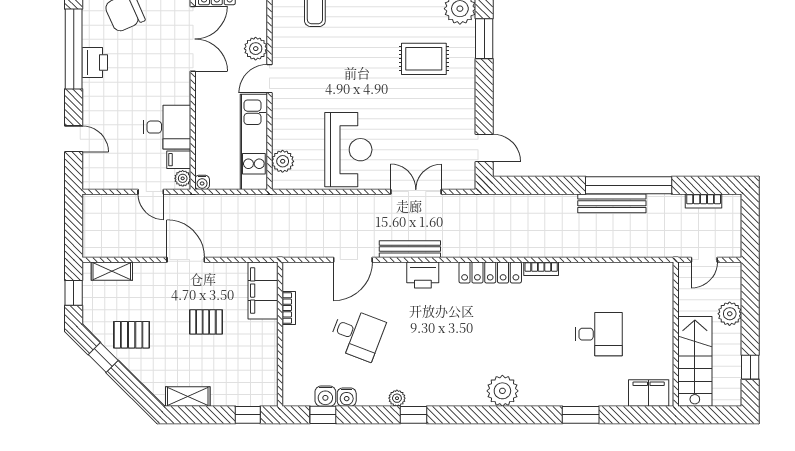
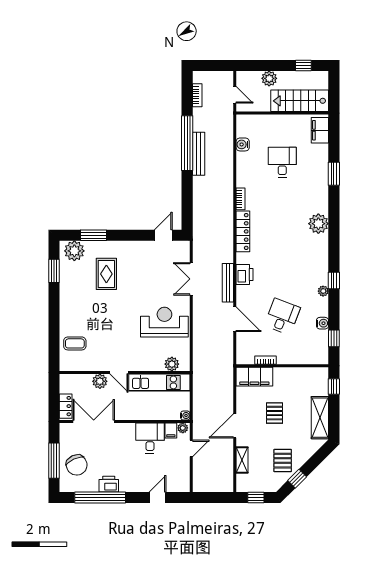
shelving: (112, 271) -> (242, 460), moved
shelving: (188, 396) -> (320, 418), width x1.50, depth x1.33
water cooler: (325, 396) -> (243, 144), moved, turned 180

